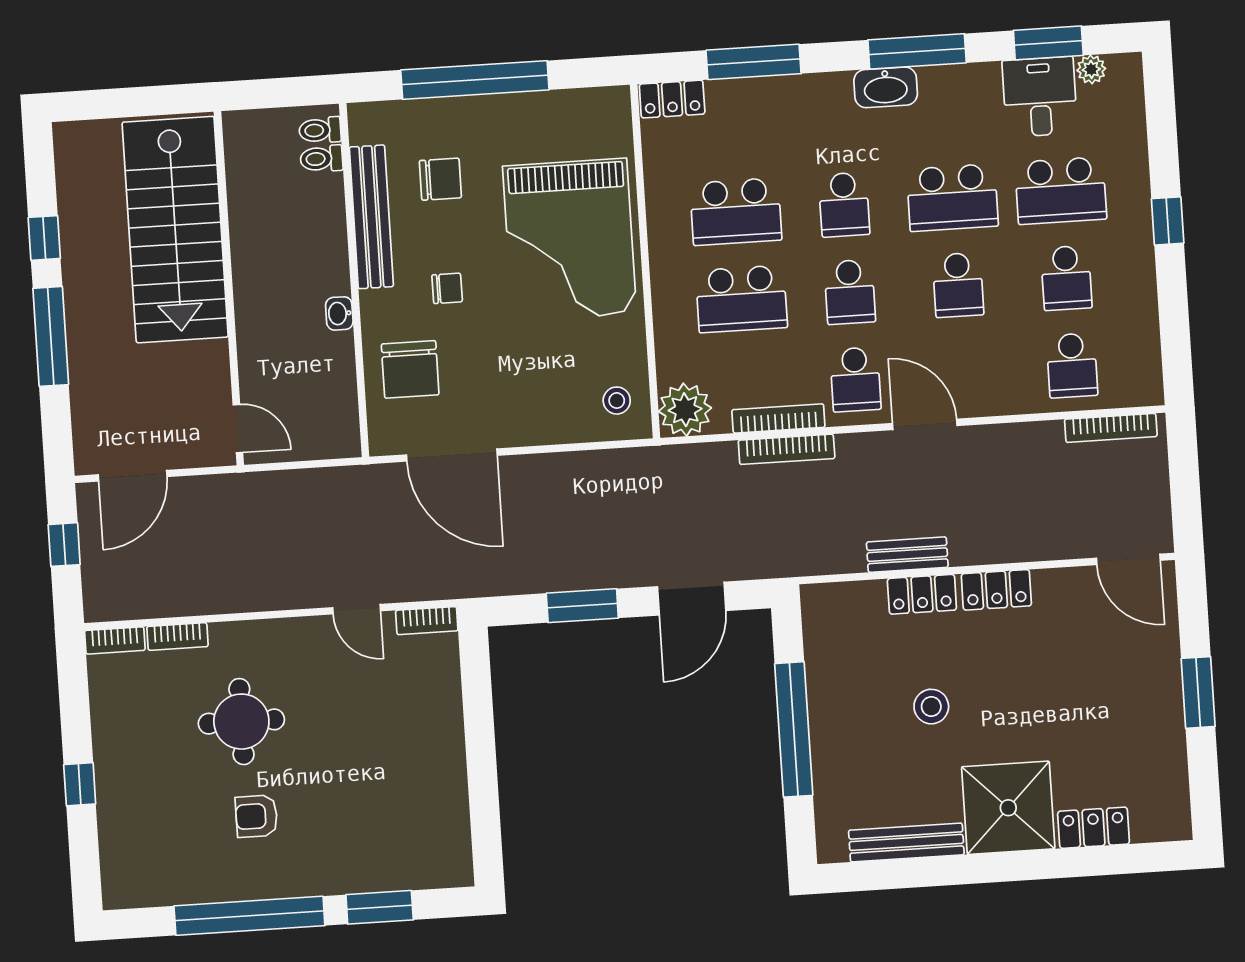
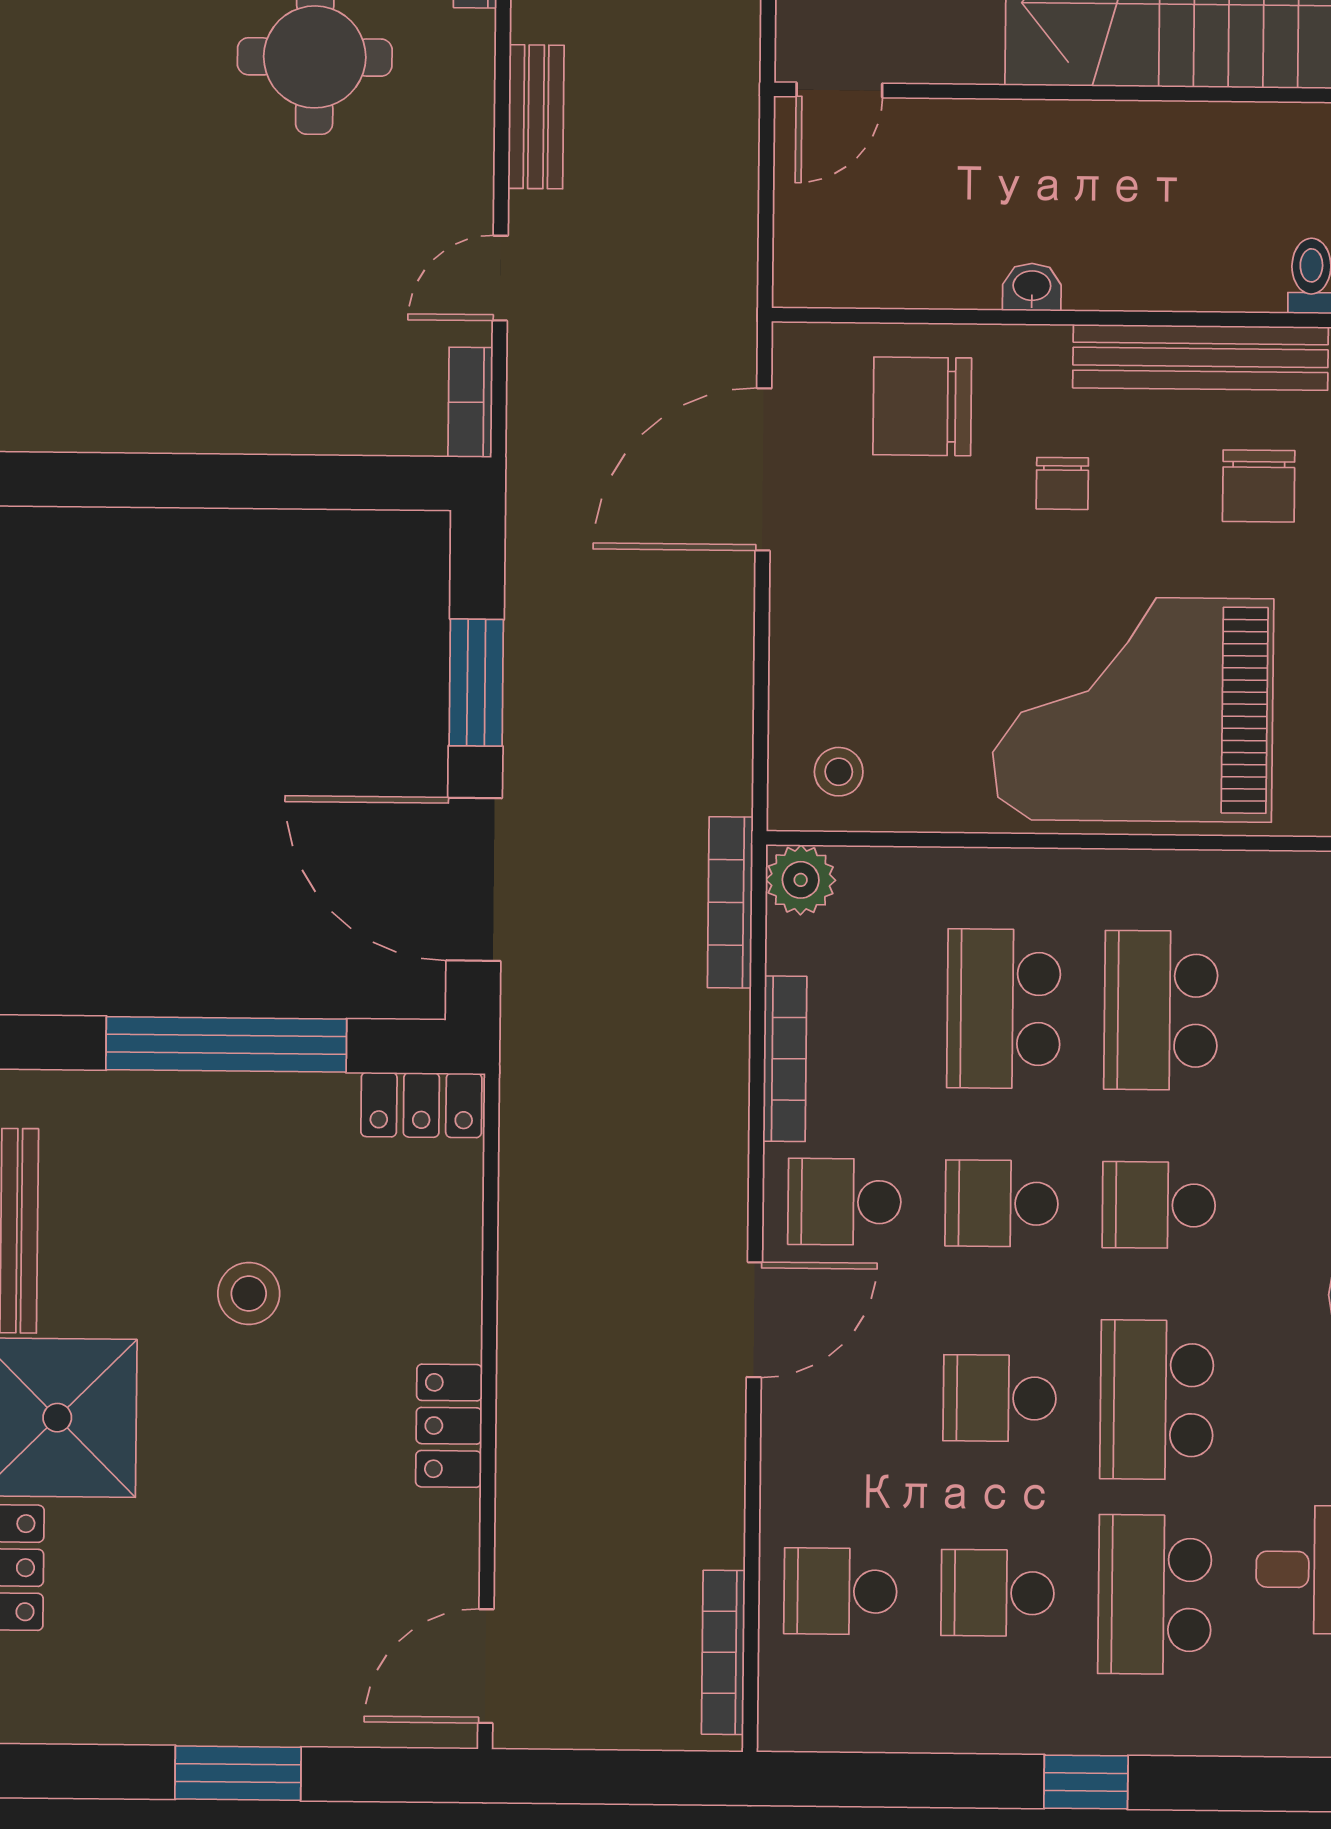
plant: (685, 410) -> (801, 880), width x0.73, depth x0.73
bookcase: (787, 449) -> (730, 902), moved
bench: (907, 555) -> (536, 117), moved
locker: (922, 594) -> (421, 1105), moved, turned -90
door: (692, 599) -> (474, 879), width x1.36
armchair: (257, 816) -> (143, 71), removed

